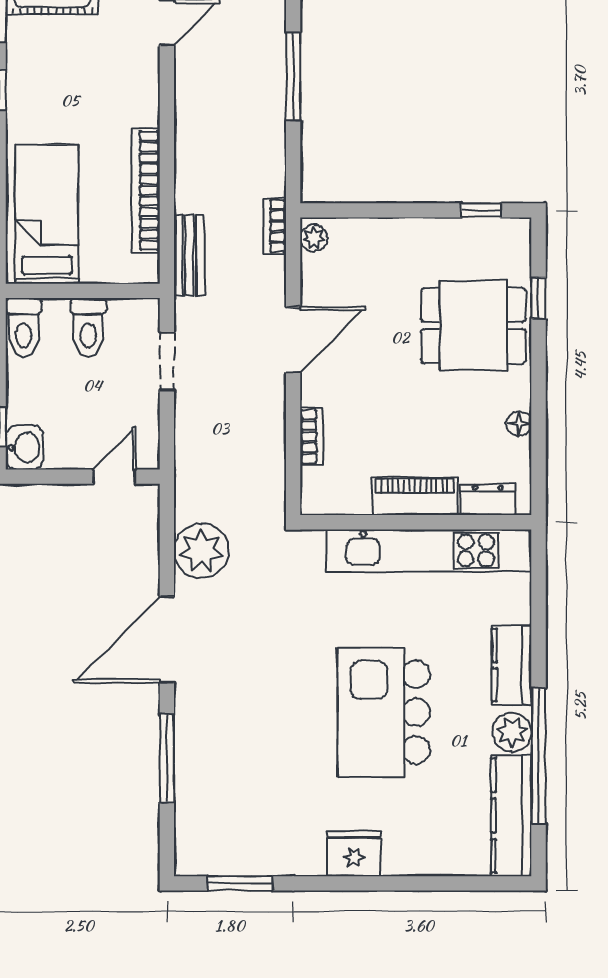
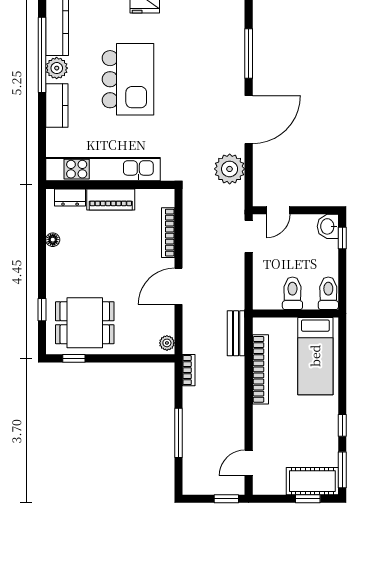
bookcase: (275, 226) -> (189, 370), moved
dining table: (473, 326) -> (85, 323), moved
doorway: (167, 361) -> (249, 237), moved
bookcase: (312, 436) -> (168, 233), width x1.56

